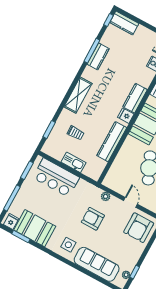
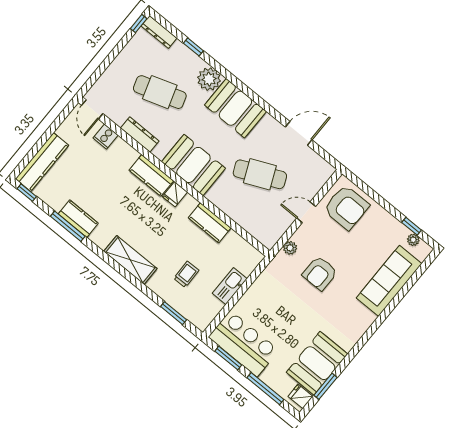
kitchen counter: (124, 23) -> (42, 162), width x1.50
kitchen counter: (112, 142) -> (210, 223), width x0.67
bar counter: (56, 178) -> (244, 344), moved, turned -90
side table: (68, 245) -> (352, 318), removed

